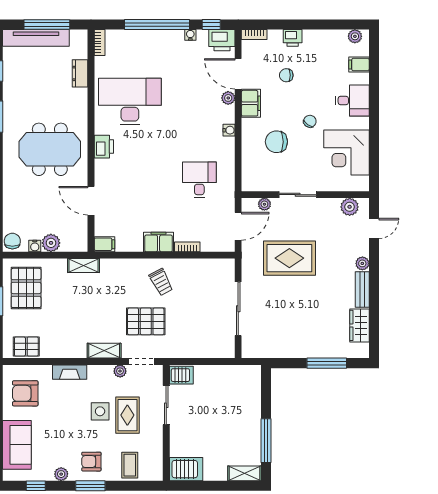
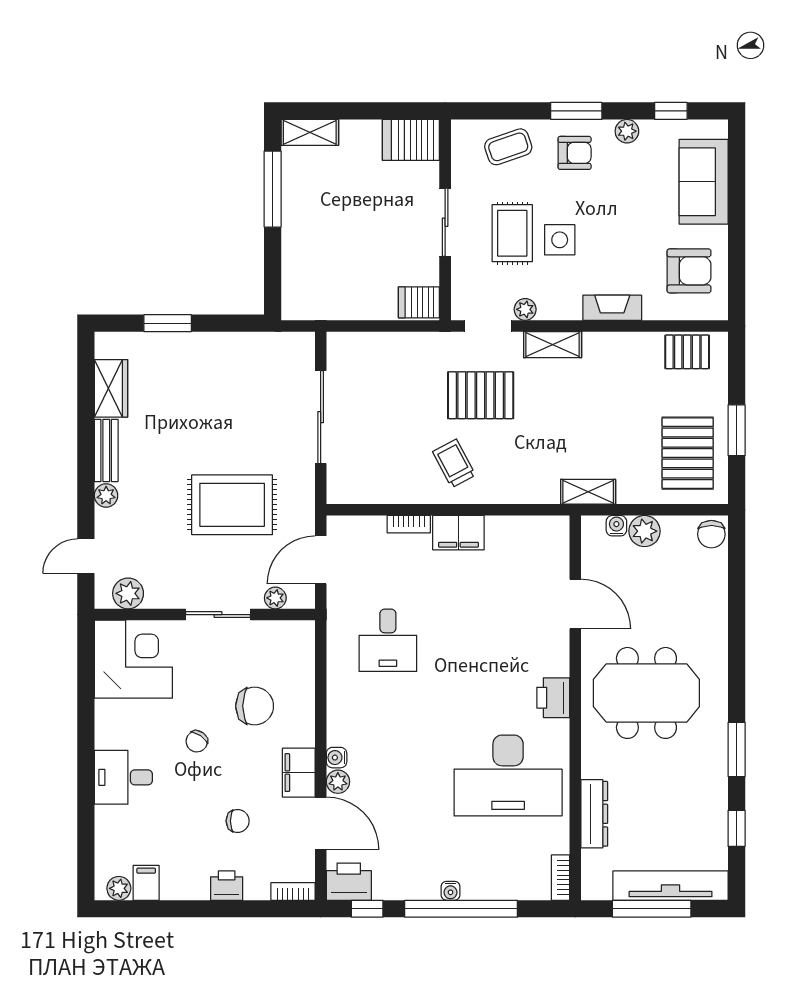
water cooler: (190, 35) -> (450, 891), moved
filing cabinet: (359, 65) -> (146, 883), moved, turned -90
dresser: (80, 73) -> (594, 814), width x1.44
water cooler: (229, 130) -> (337, 758), moved
corner desk: (347, 152) -> (133, 659), moved
filing cabinet: (104, 244) -> (552, 529), removed
water cooler: (35, 246) -> (616, 526), moved
window: (327, 363) -> (168, 323), width x0.69
sliding door: (166, 405) -> (445, 222), moved
coffee table: (130, 465) -> (508, 147), turned 71

